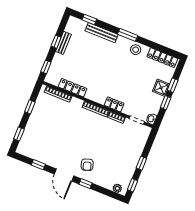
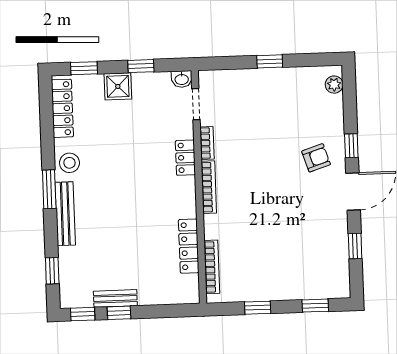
bench: (102, 33) -> (65, 214), moved
window: (46, 67) -> (83, 314), moved
window: (173, 85) -> (84, 68), moved
window: (132, 185) -> (317, 60), removed

